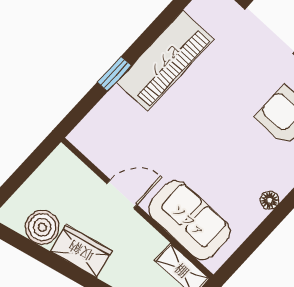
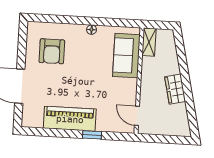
door: (122, 194) -> (137, 116), moved
boiler: (42, 227) -> (178, 113), removed

